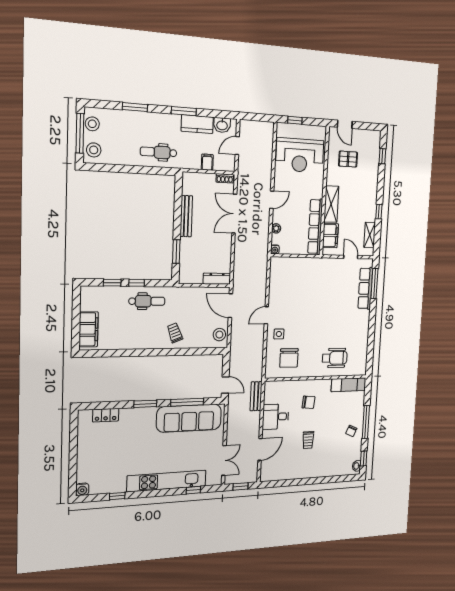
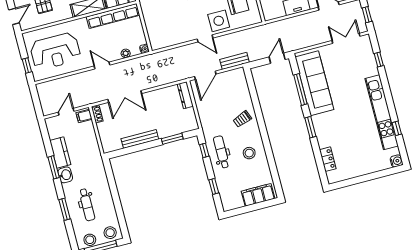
washbasin: (222, 125) -> (65, 175), moved
door: (237, 146) -> (66, 112), swing flipped
dental chair: (159, 152) -> (87, 205), moved
reception desk: (300, 155) -> (55, 51), turned 90
filing cabinet: (207, 162) -> (84, 116), moved
window: (137, 283) -> (204, 150), moved
side table: (279, 334) -> (219, 21), width x1.87, depth x1.87
stool: (219, 335) -> (249, 153), moved
bench: (256, 396) -> (235, 61), moved
kitchen unit: (167, 481) -> (382, 112), moved

